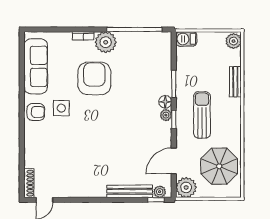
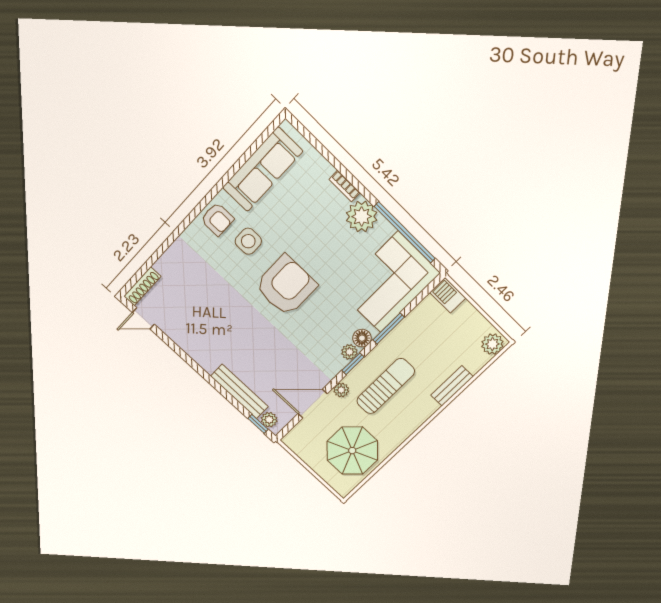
corner sofa: (151, 61) -> (389, 282), added
armchair: (94, 78) -> (286, 286), moved
plant: (186, 187) -> (341, 390), moved, width x0.53, depth x0.53

